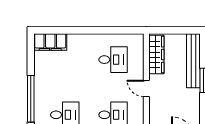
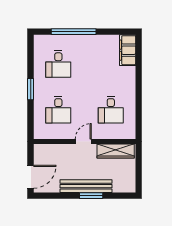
bench: (193, 61) -> (86, 186), moved

